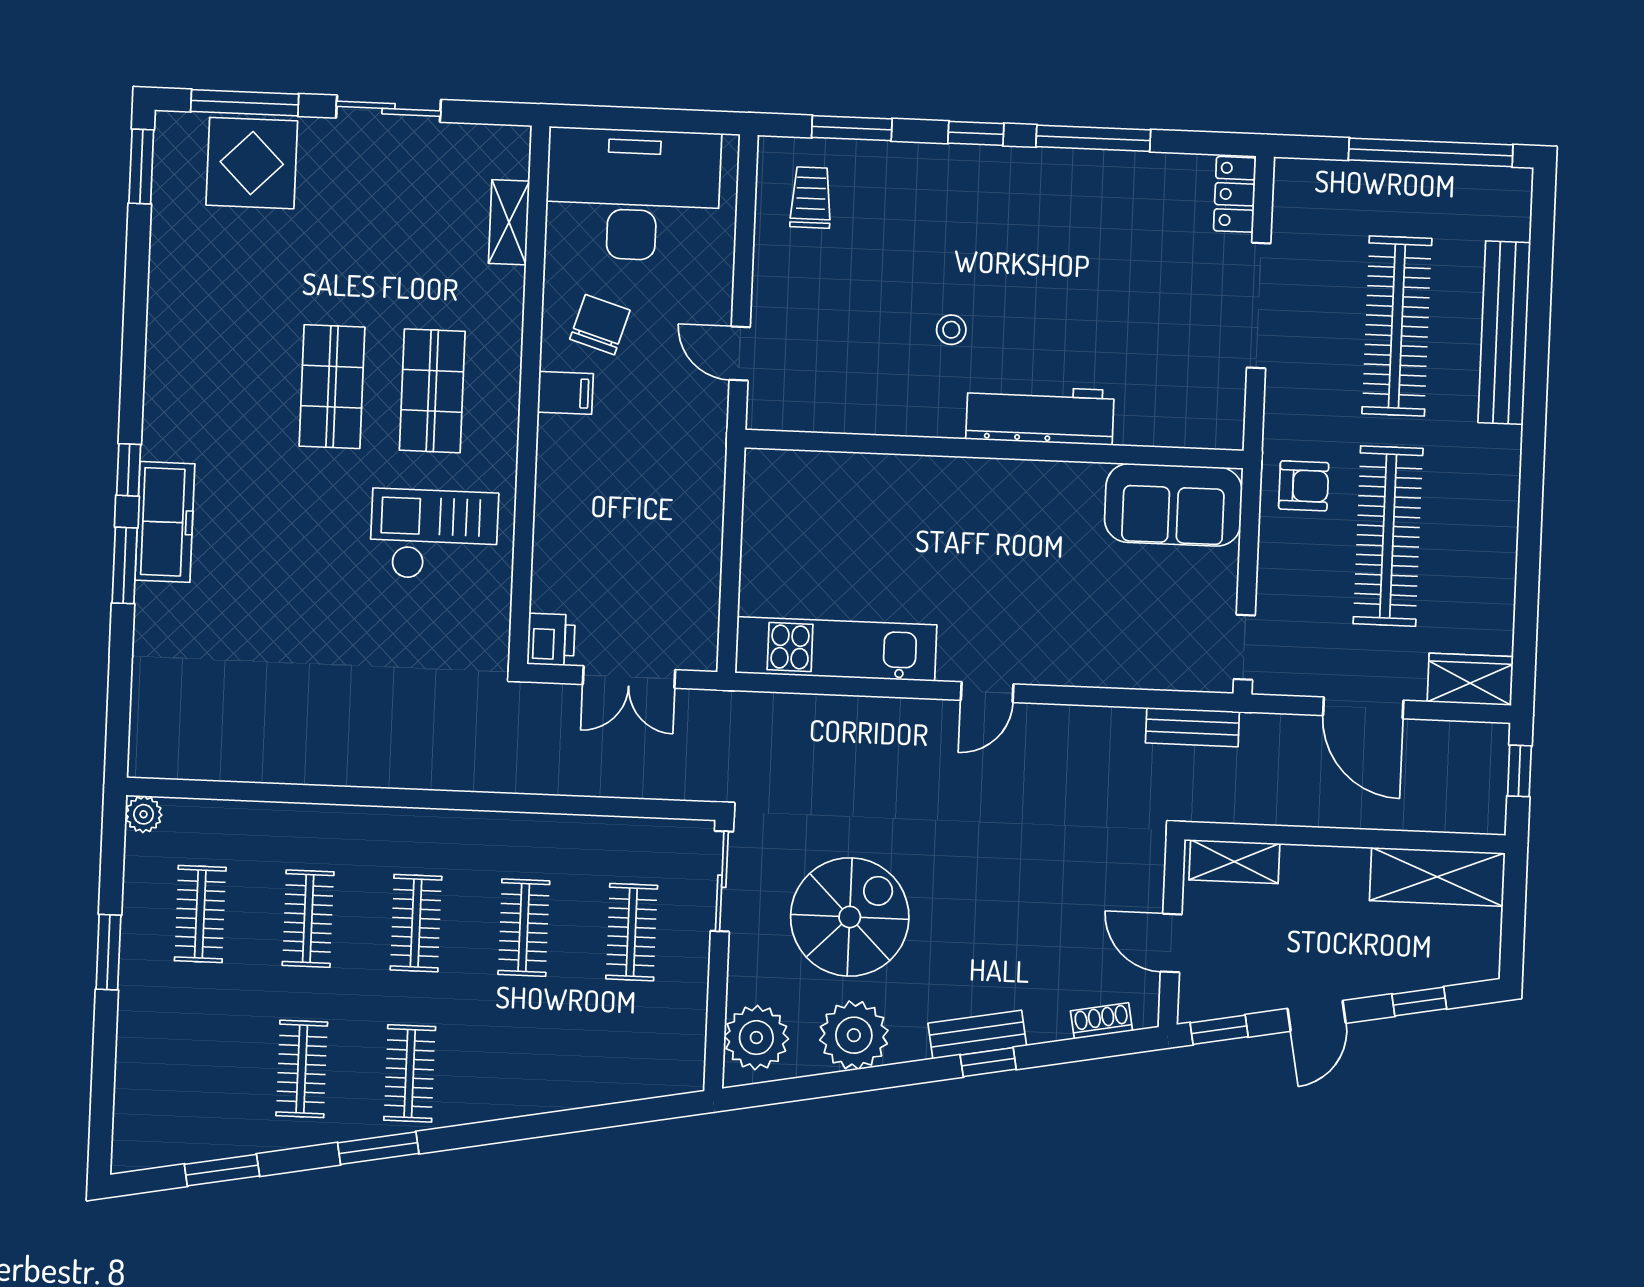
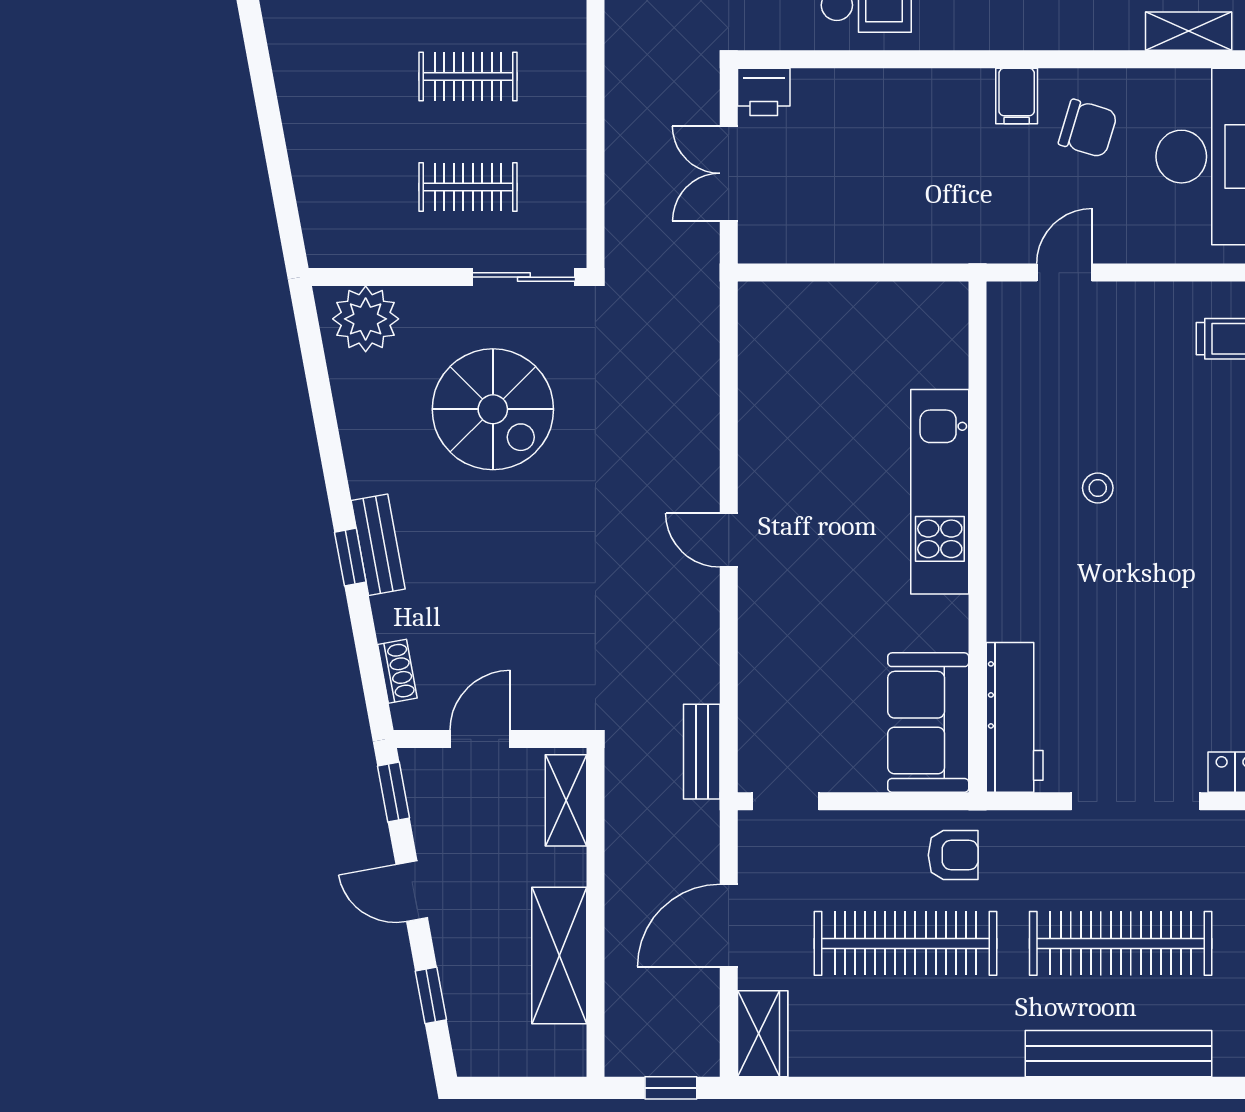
workbench: (1040, 415) -> (1015, 717), moved
armchair: (1304, 486) -> (953, 855), turned -90
kitchen unit: (836, 649) -> (940, 492), moved, turned 180
shelving: (1437, 877) -> (559, 955), moved
plant: (854, 1035) -> (372, 419), removed

